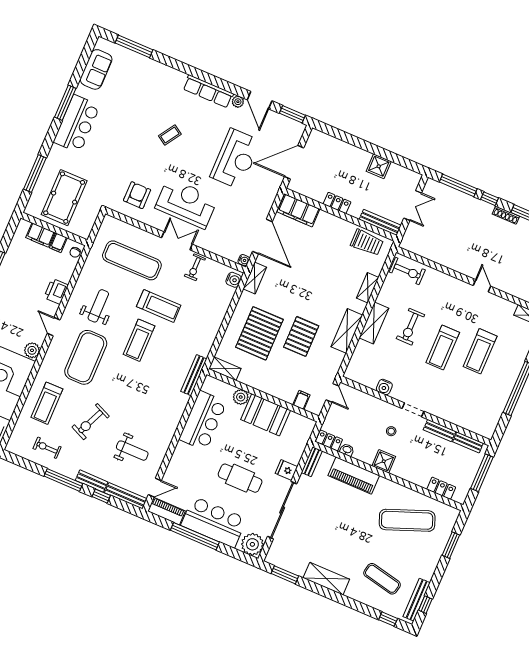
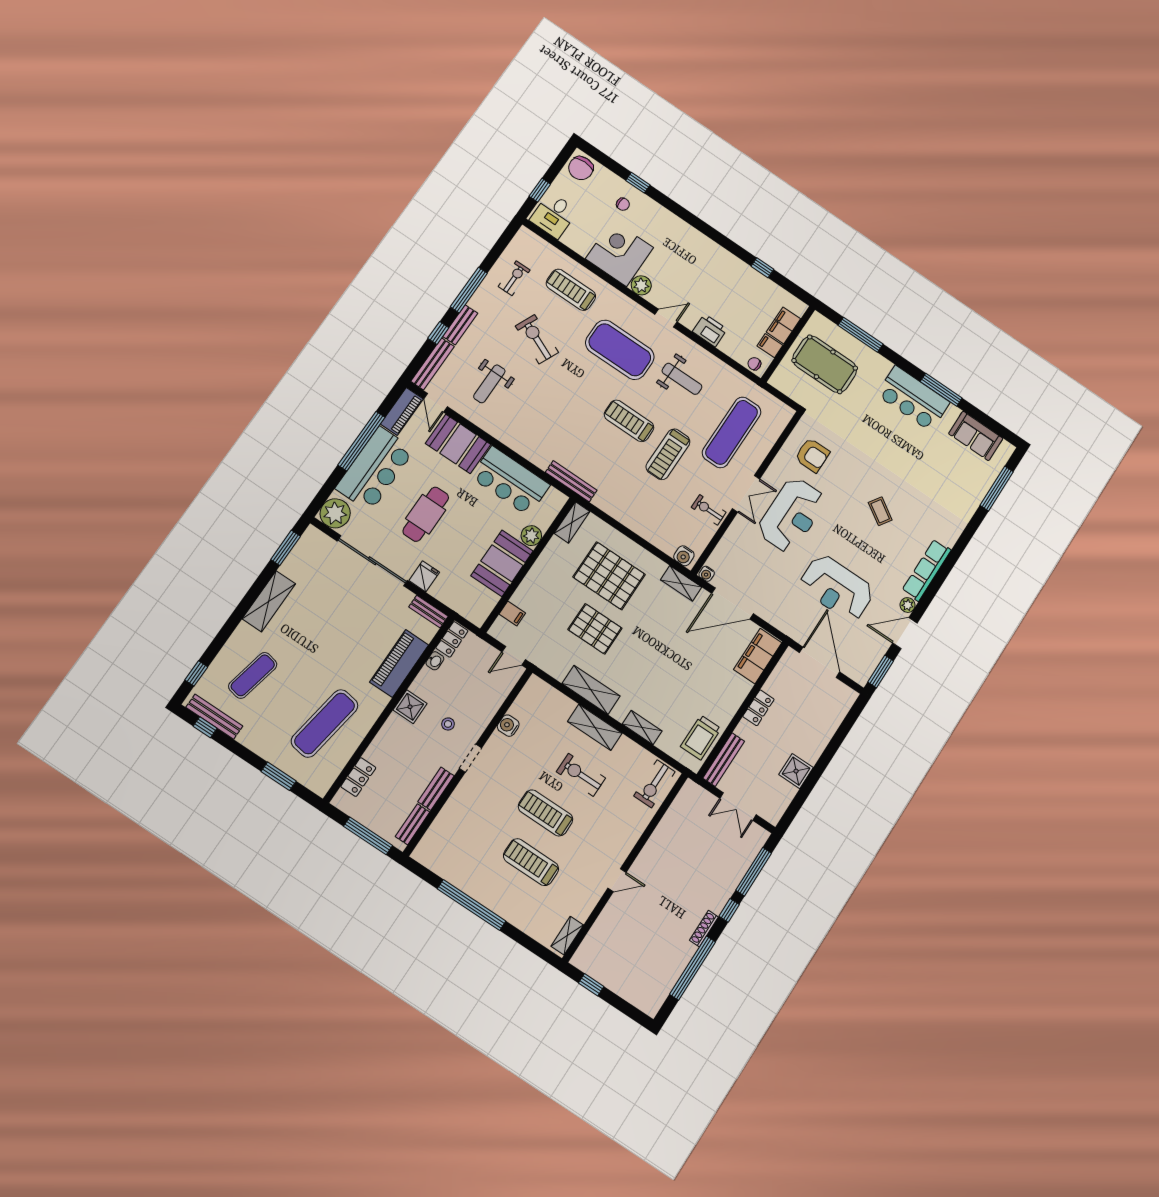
booth: (183, 465) -> (458, 444), added
exercise mat: (407, 520) -> (325, 723), turned 30

